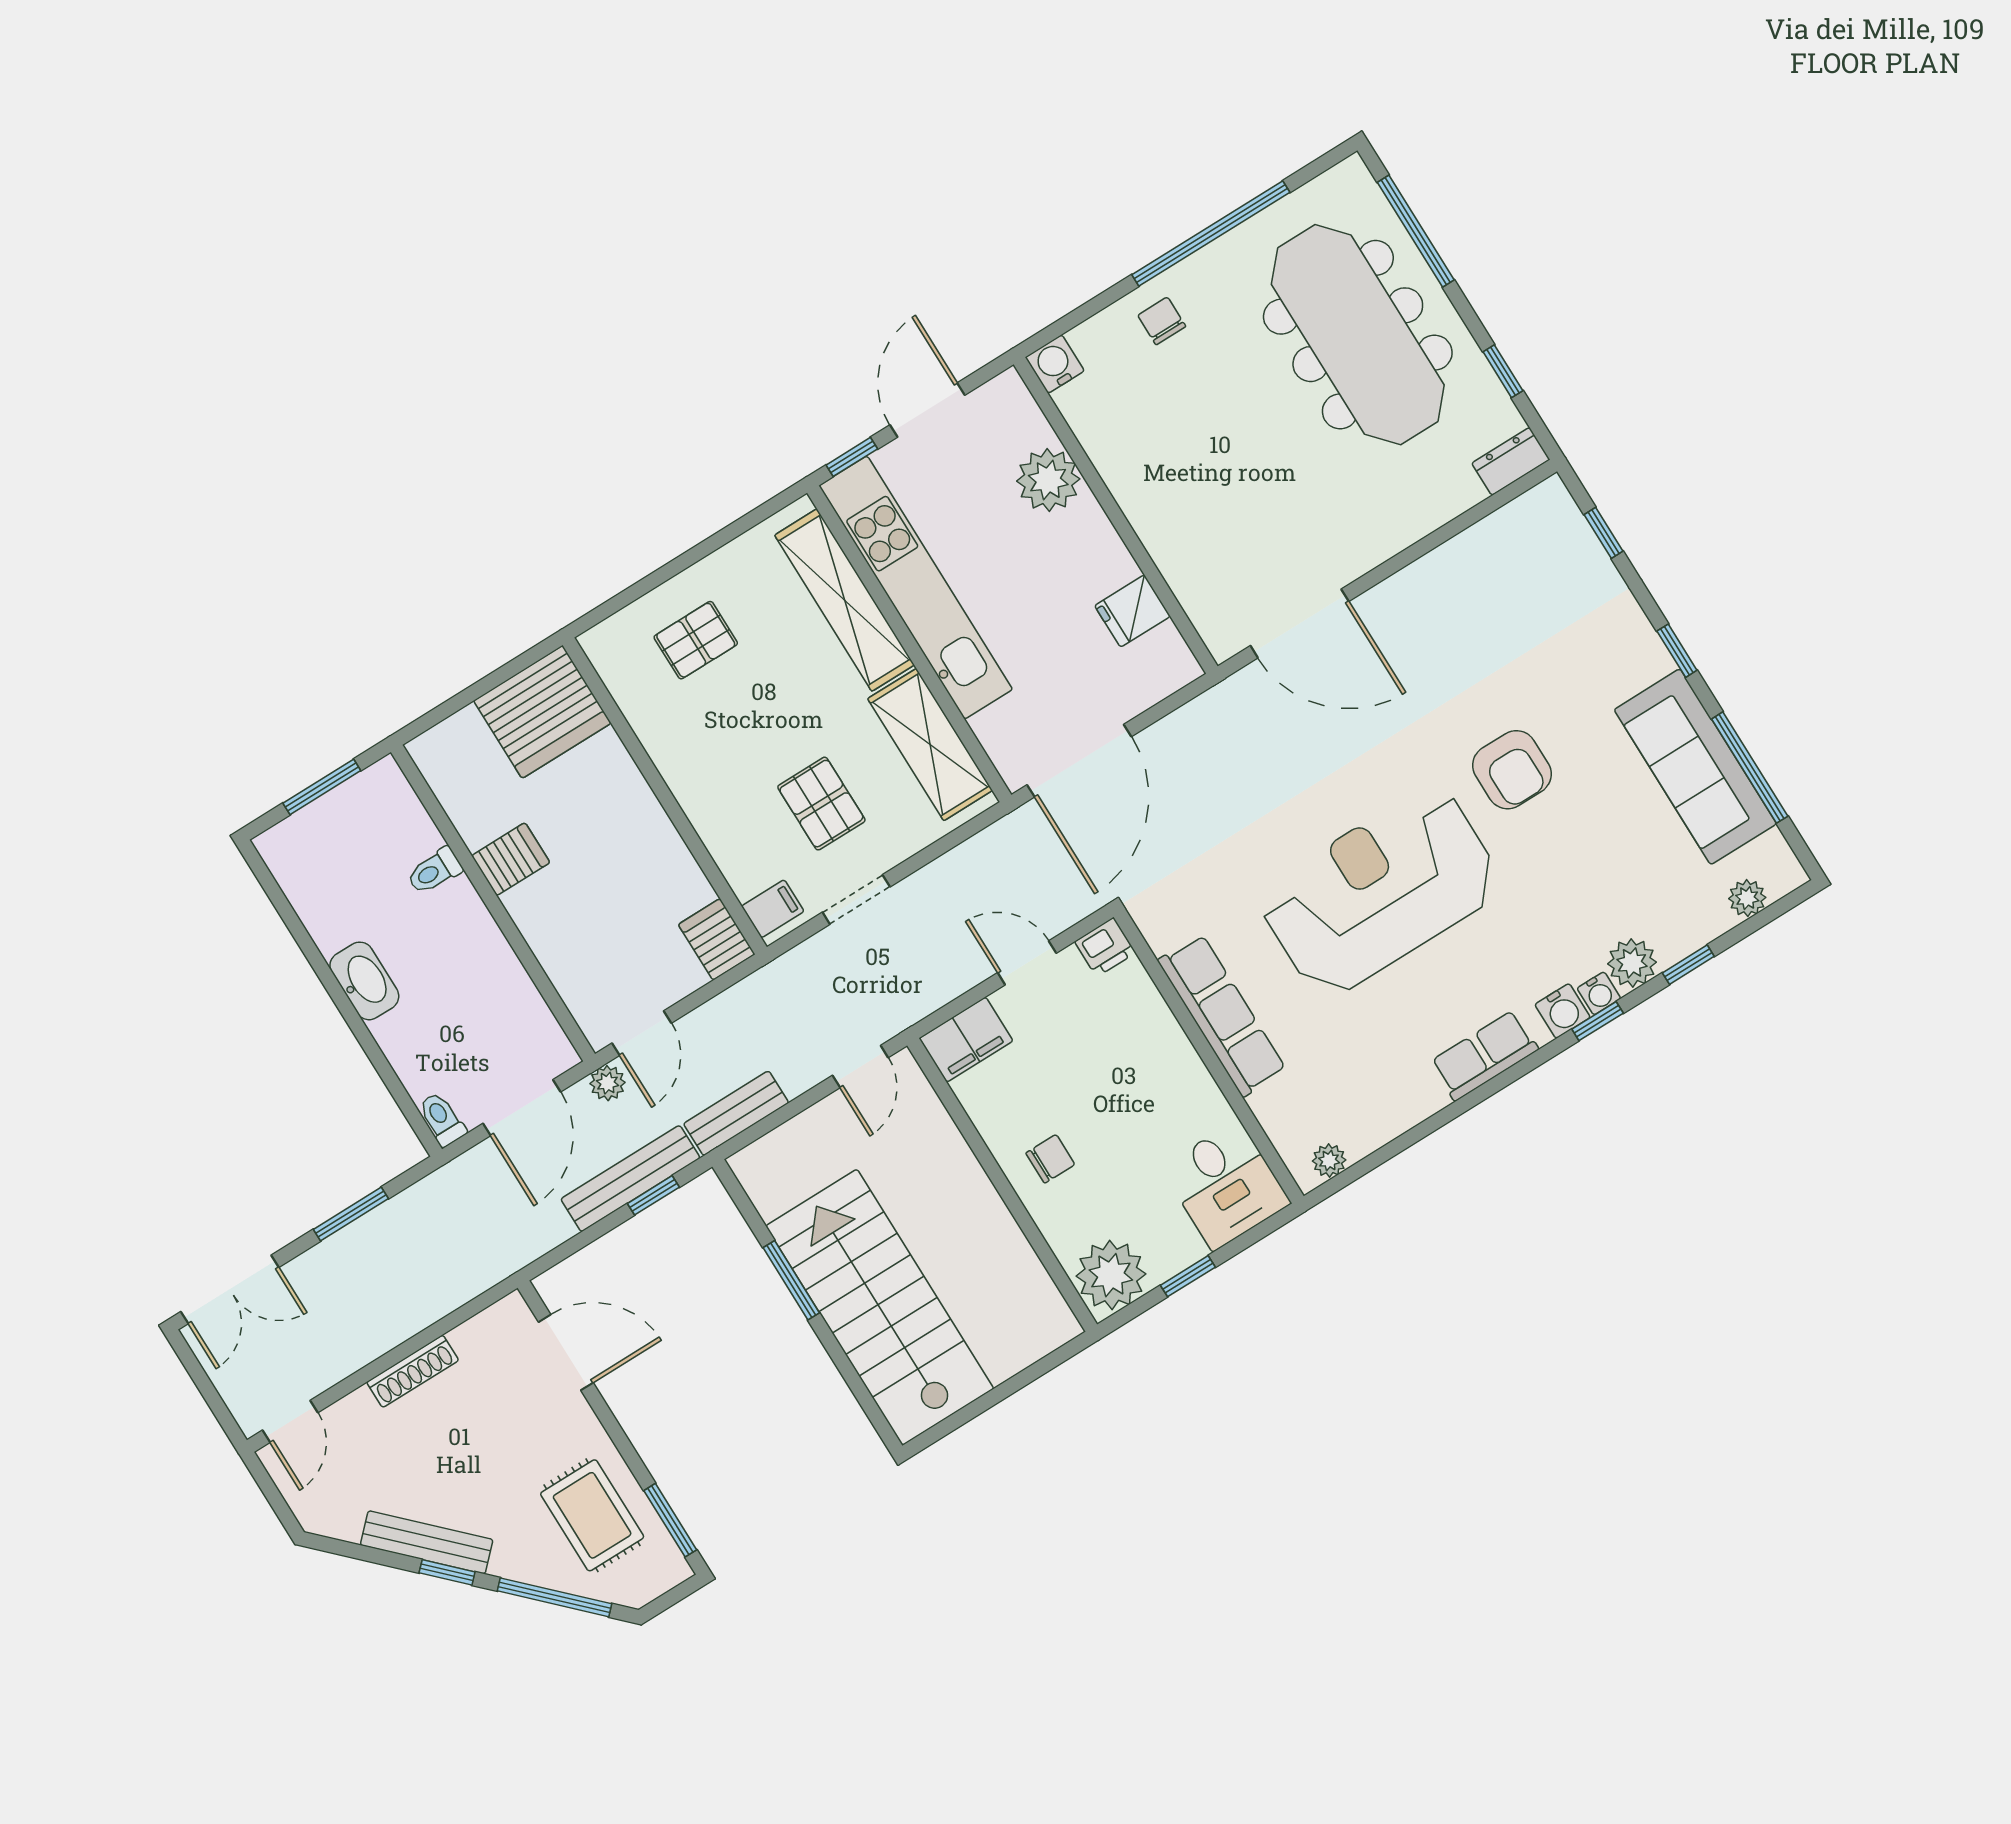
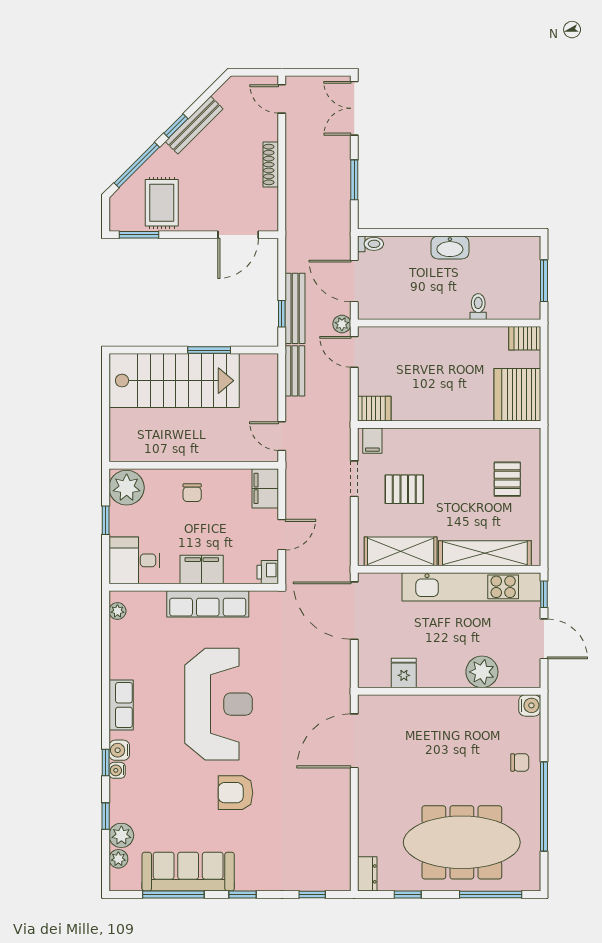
server rack: (511, 859) -> (525, 338), moved, turned 90
plant: (1632, 963) -> (121, 835), moved
filing cabinet: (1170, 1062) -> (202, 570), added
rug: (592, 1515) -> (162, 203), turned 90

